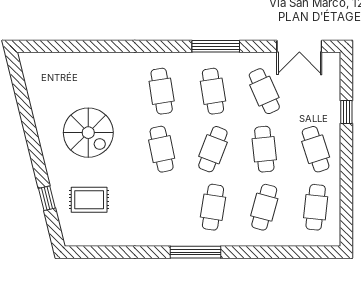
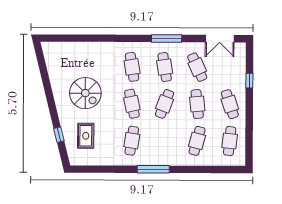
rug: (89, 200) -> (86, 136), turned 90
cafe table: (213, 207) -> (132, 141), moved

